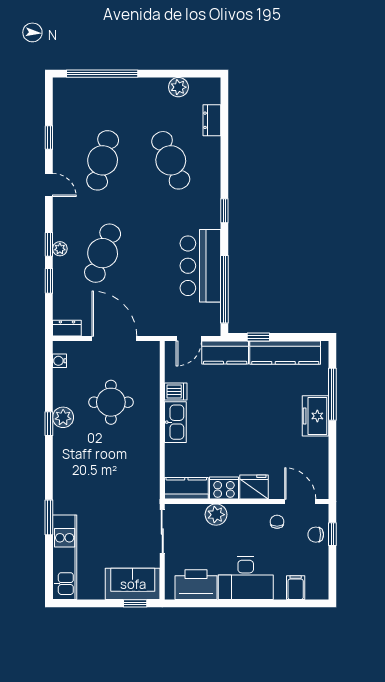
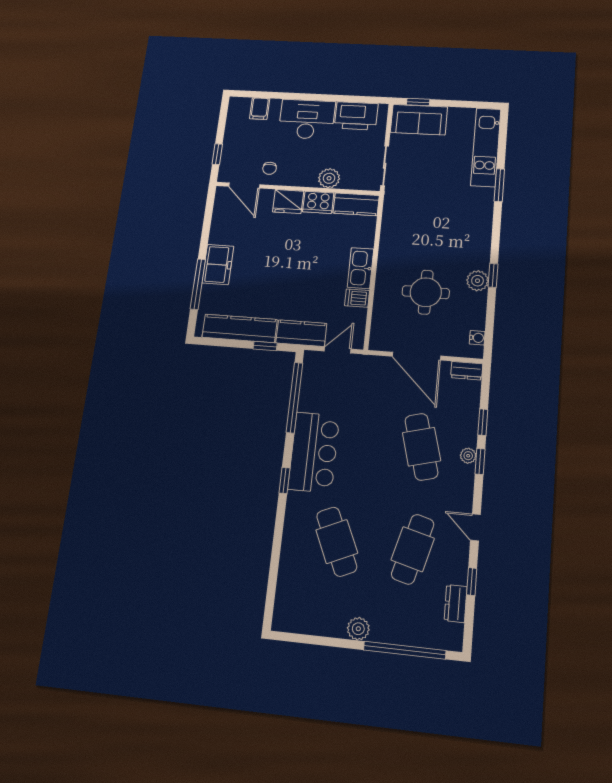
plant: (178, 87) -> (358, 629), moved
dresser: (212, 120) -> (456, 603), moved, turned 180
cafe table: (103, 253) -> (421, 447), turned -36
bar counter: (200, 266) -> (314, 452), moved
chair: (316, 535) -> (233, 155), removed

